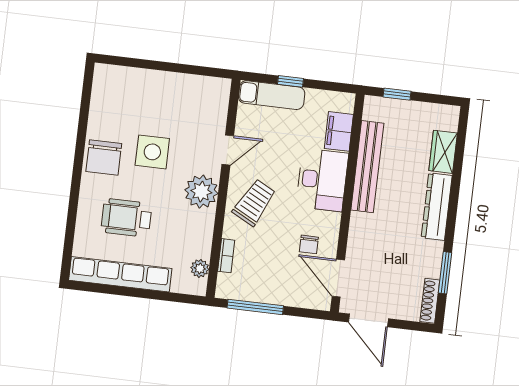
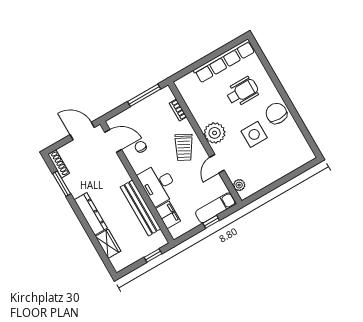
plant: (200, 268) -> (239, 185), moved

